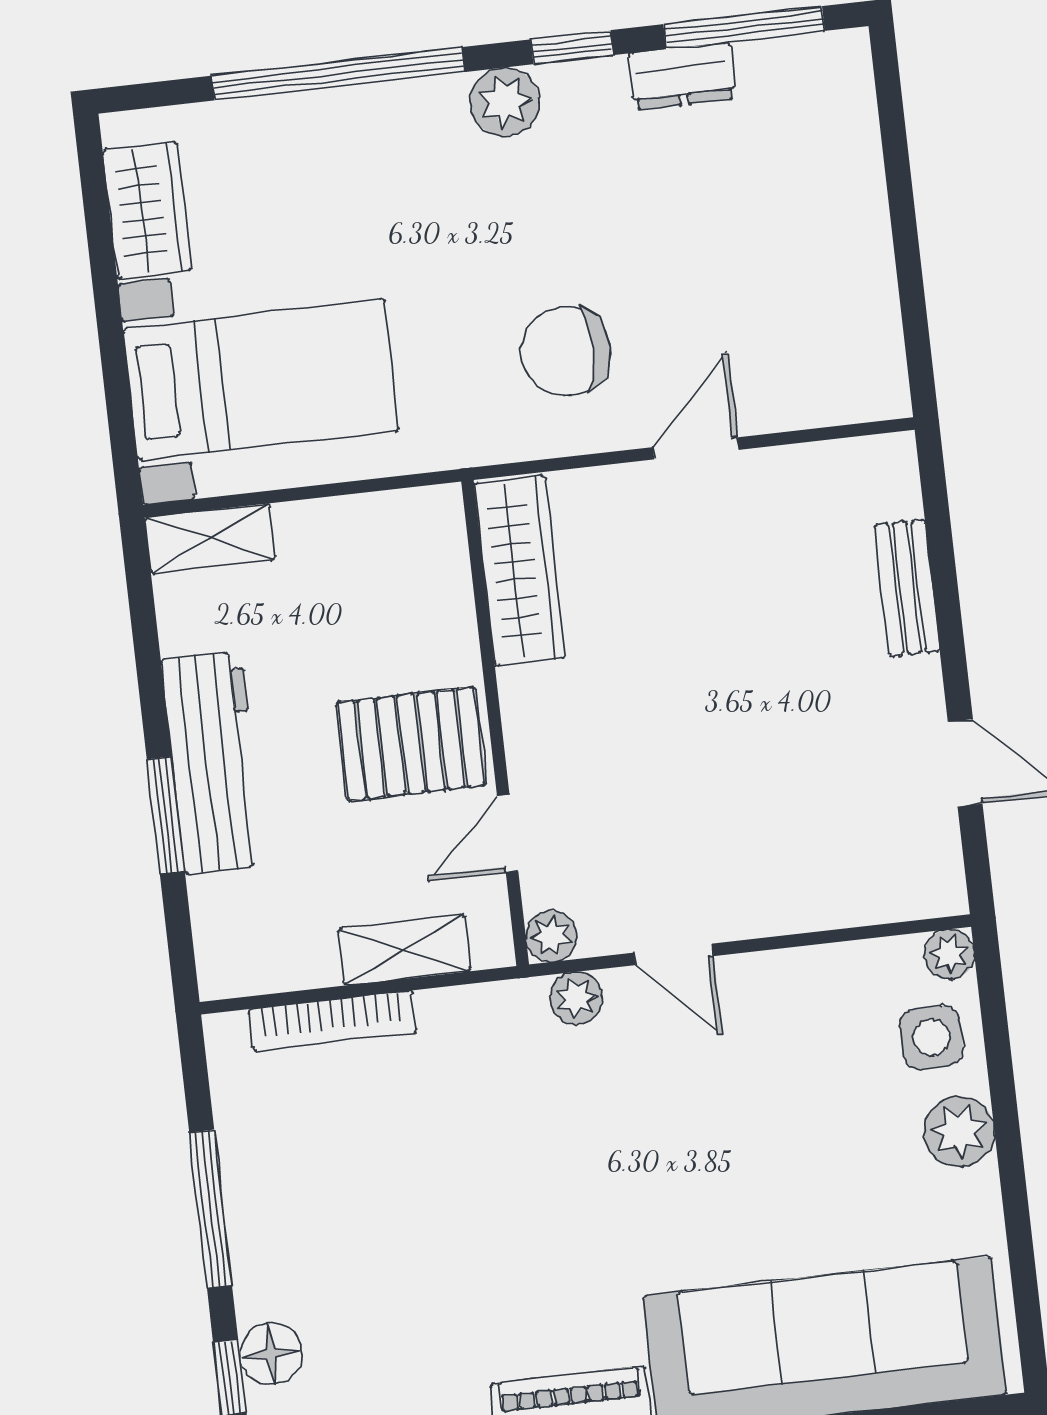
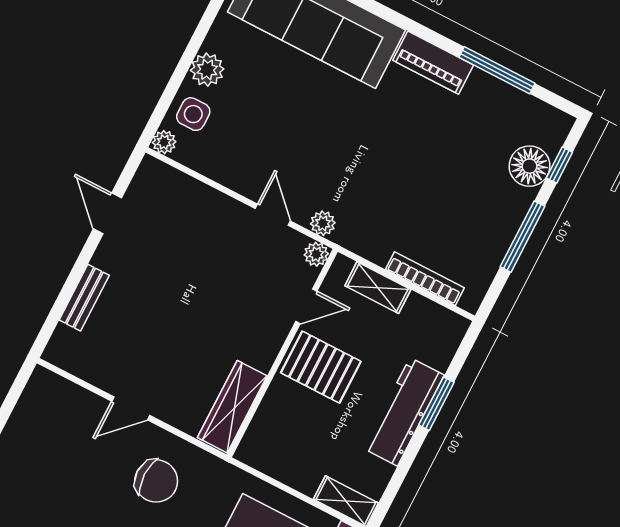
floor lamp: (271, 1354) -> (530, 166), width x1.38, depth x1.38

